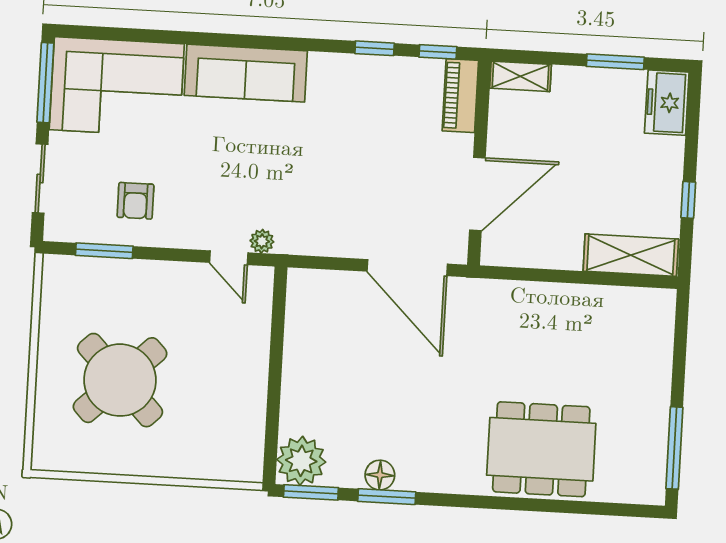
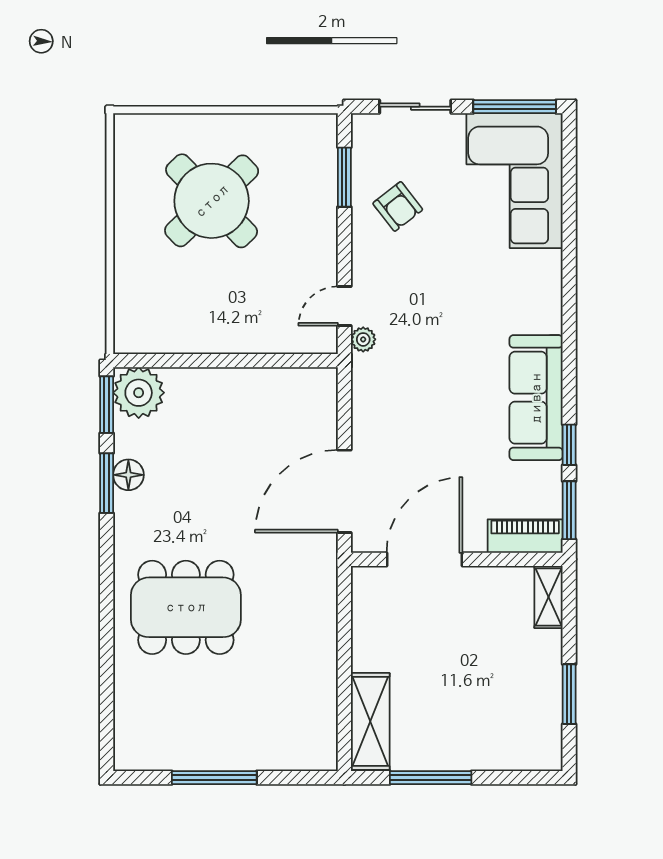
window: (438, 52) -> (569, 510), width x1.50
sofa: (246, 73) -> (536, 398), moved
freezer: (667, 103) -> (530, 750), removed
door: (477, 194) -> (424, 559), swing flipped
window: (688, 200) -> (431, 778), width x2.17
armchair: (135, 201) -> (398, 206), turned -128
window: (674, 448) -> (214, 778), moved
dining table: (541, 449) -> (186, 607), moved, turned 90

